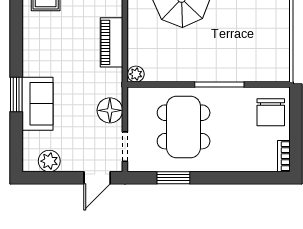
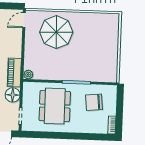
piano: (111, 42) -> (14, 72), moved
chair: (271, 112) -> (94, 102), moved, turned 84
window: (173, 178) -> (48, 135), removed

